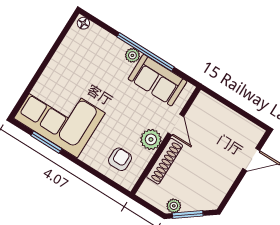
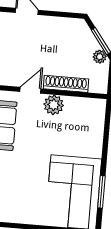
armchair: (120, 159) -> (84, 122), removed

